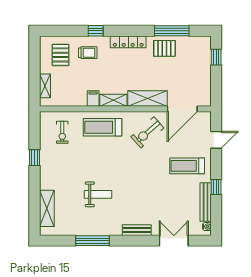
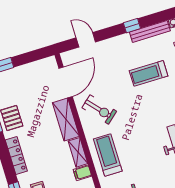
door: (182, 109) -> (66, 82), hinge flipped
treadmill: (102, 127) -> (108, 155), turned 180
treadmill: (187, 166) -> (149, 73), moved, turned 90

